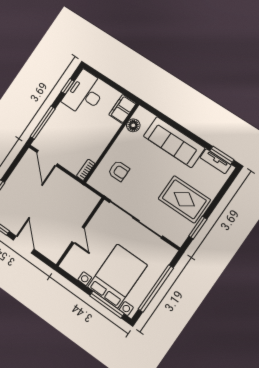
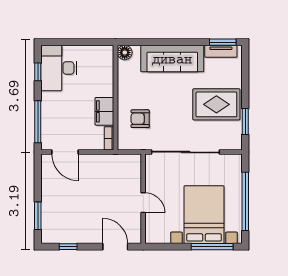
filing cabinet: (123, 109) -> (104, 111), moved
floor lamp: (133, 125) -> (125, 53), moved
armchair: (119, 171) -> (140, 119), turned 180
door: (24, 245) -> (115, 247), moved

